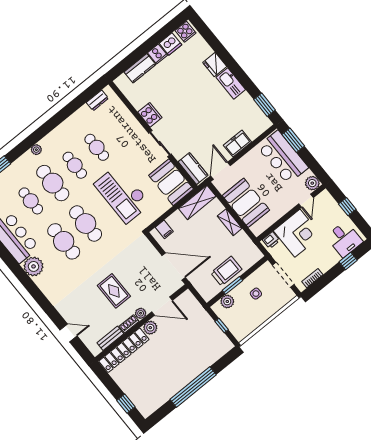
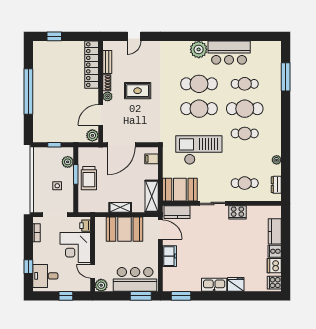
cafe table: (97, 147) -> (245, 183), moved
plant: (36, 150) -> (277, 160), moved
plant: (150, 328) -> (92, 135), moved

